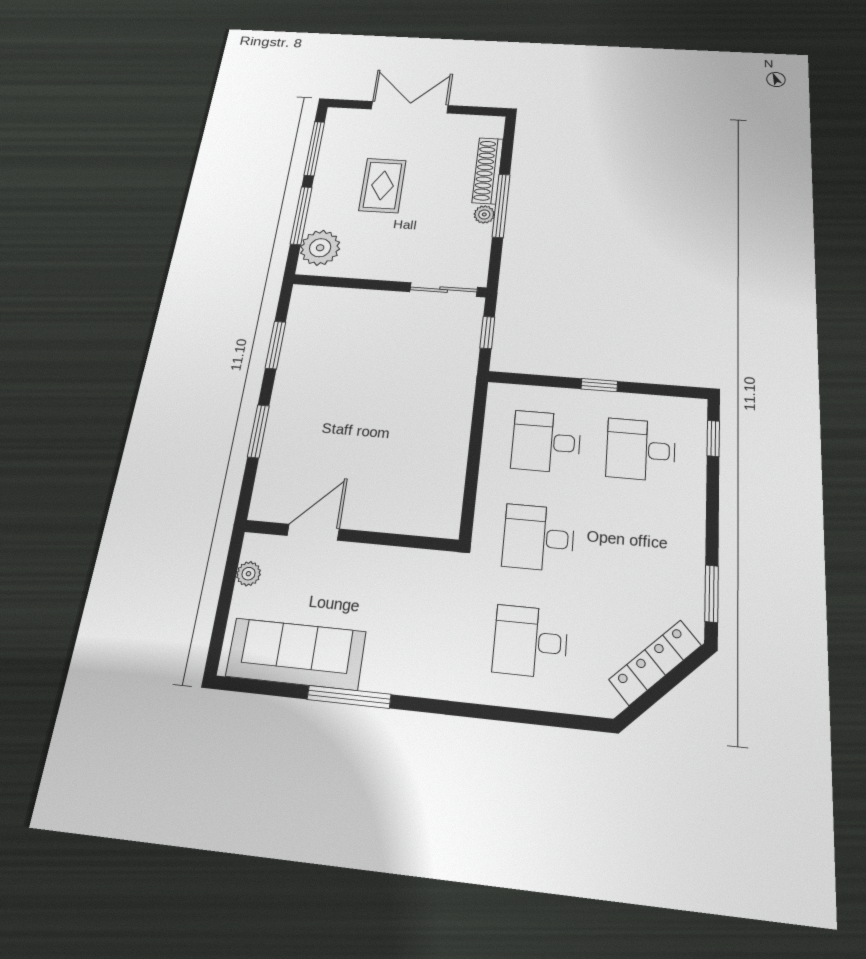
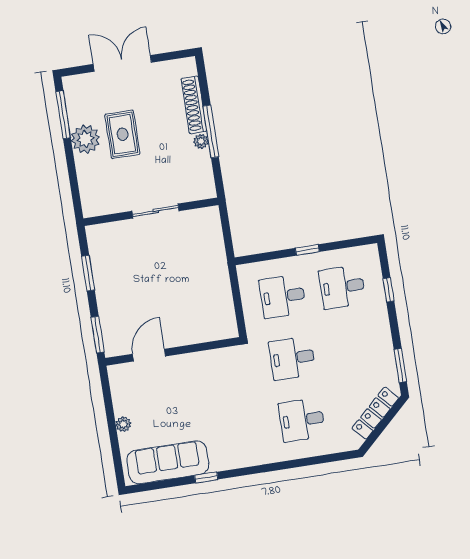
window: (301, 215) -> (72, 172), removed
plant: (320, 248) -> (85, 139), moved
sliding door: (444, 290) -> (156, 211), moved
window: (487, 333) -> (226, 230), removed
window: (713, 438) -> (388, 290), moved
door: (313, 532) -> (149, 355), moved
wall: (351, 536) -> (173, 351), moved
window: (349, 697) -> (206, 477), width x0.46

